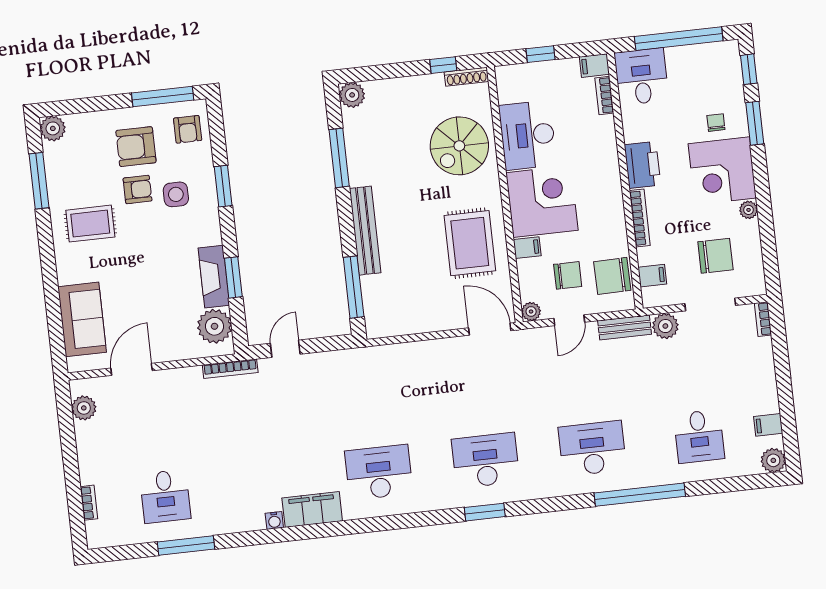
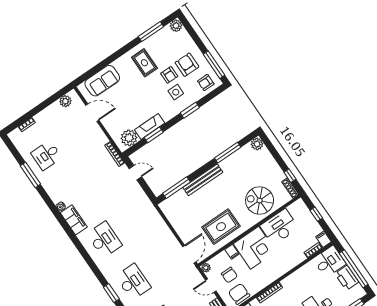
printer: (642, 165) -> (347, 278), moved, turned 90

